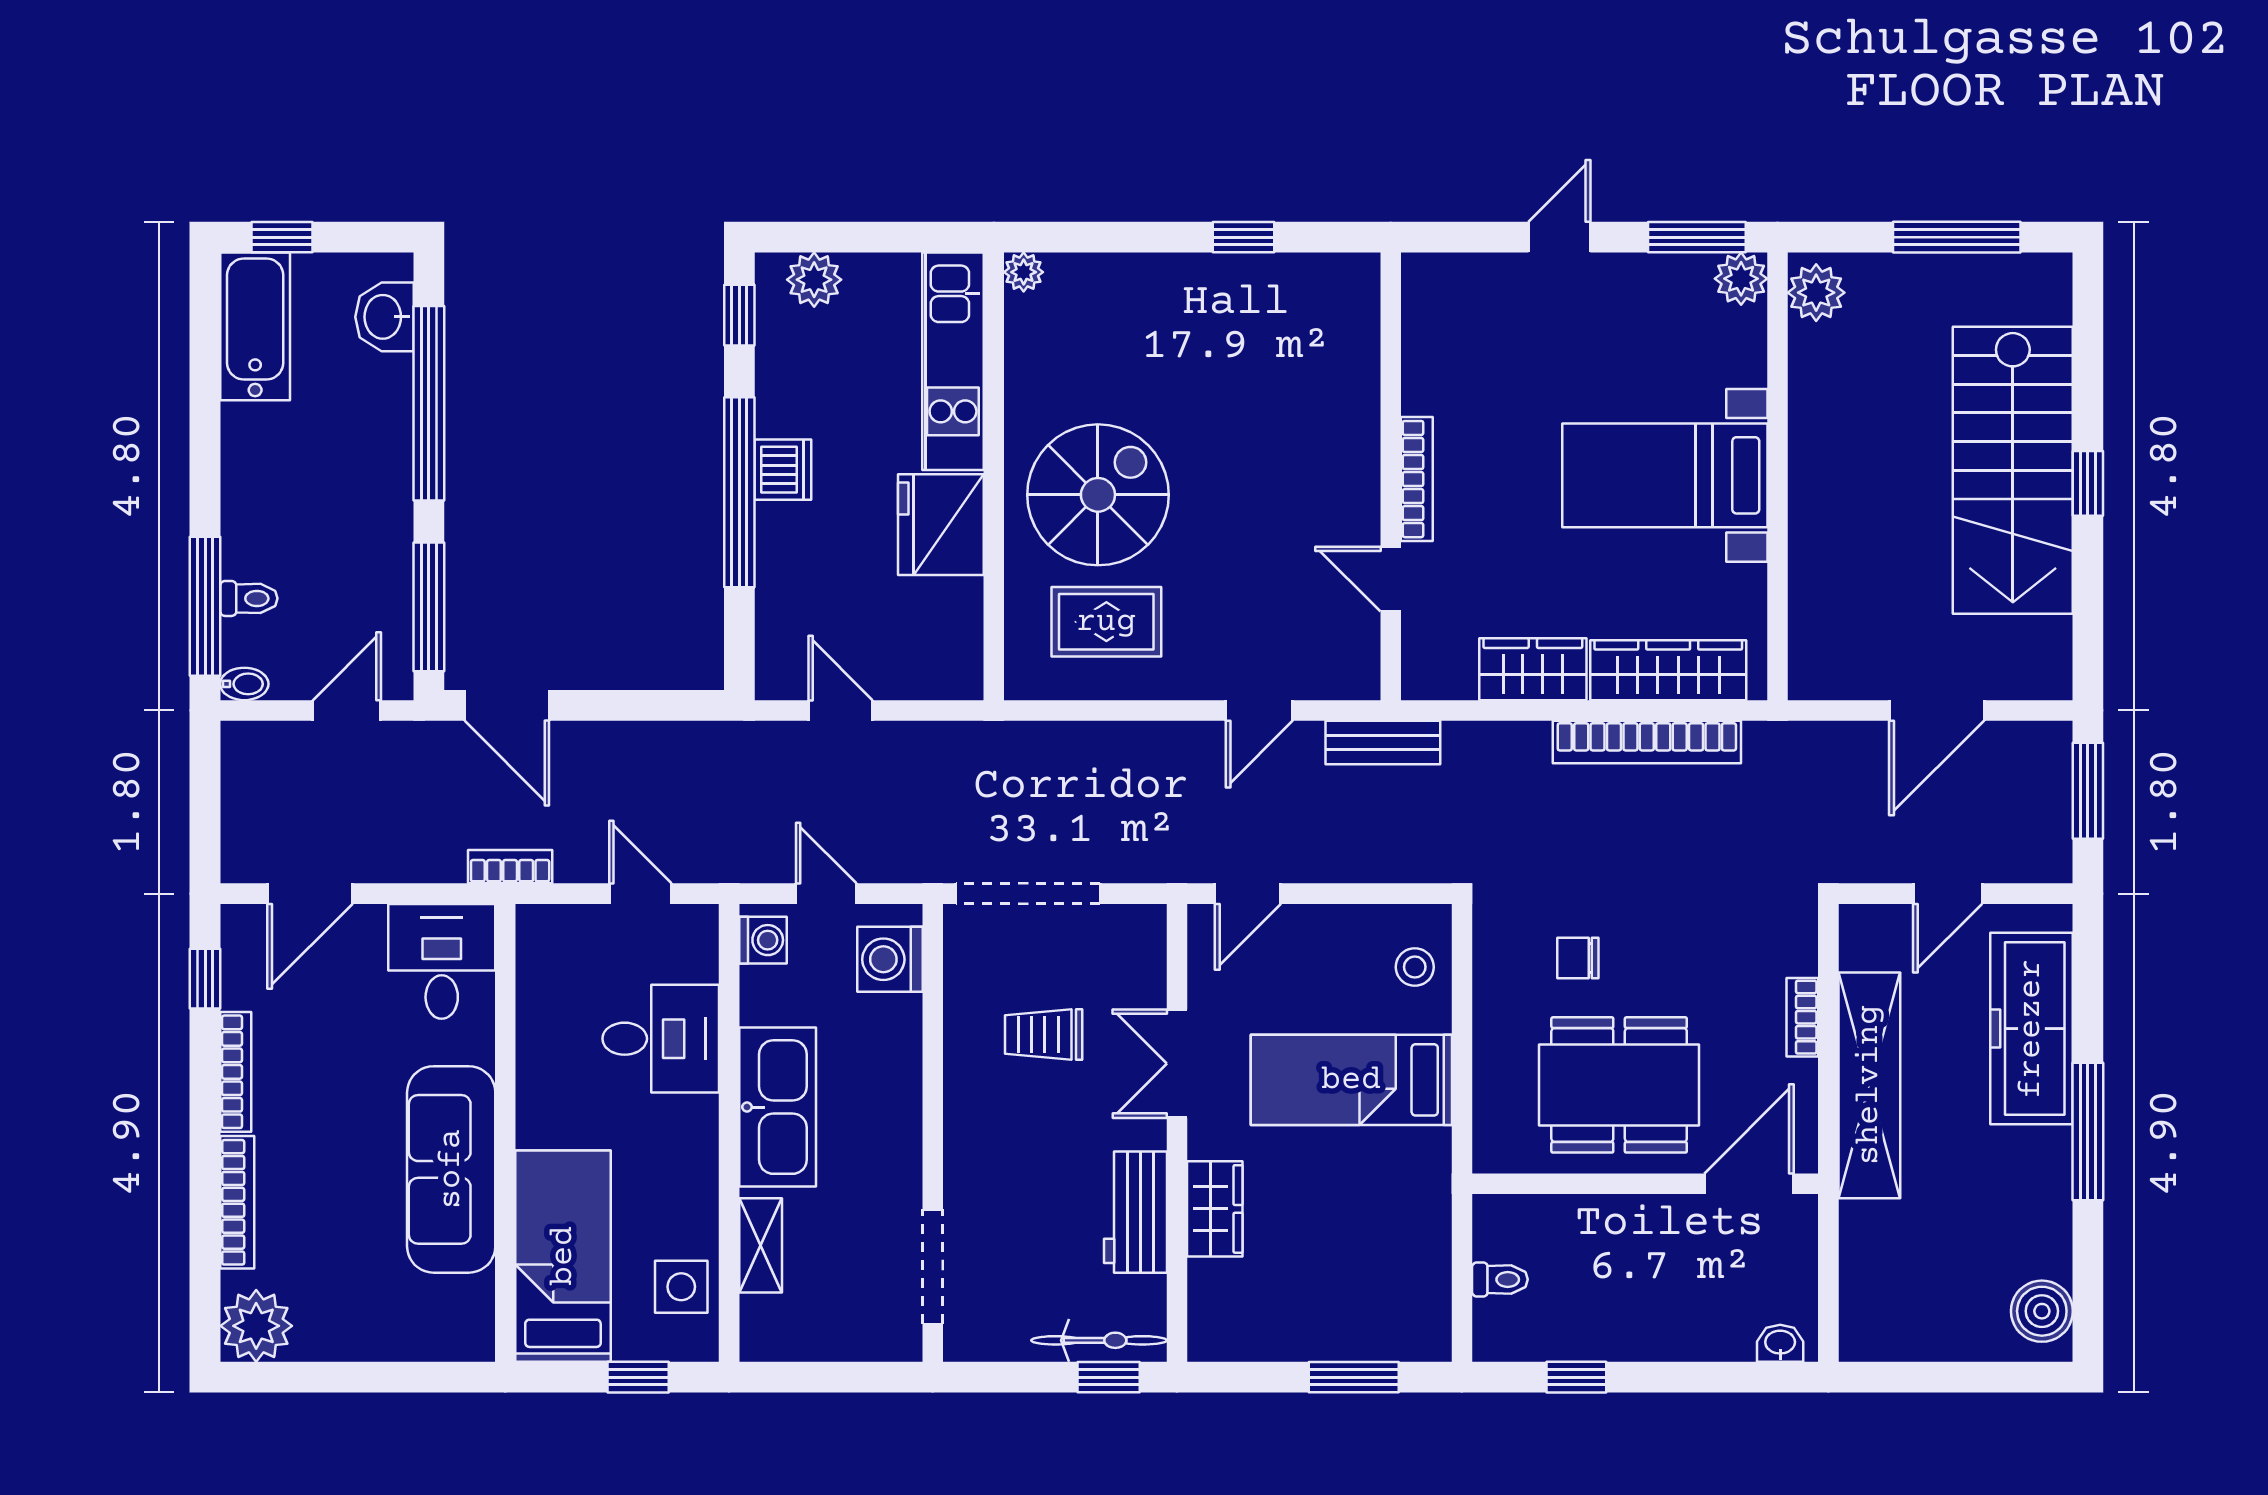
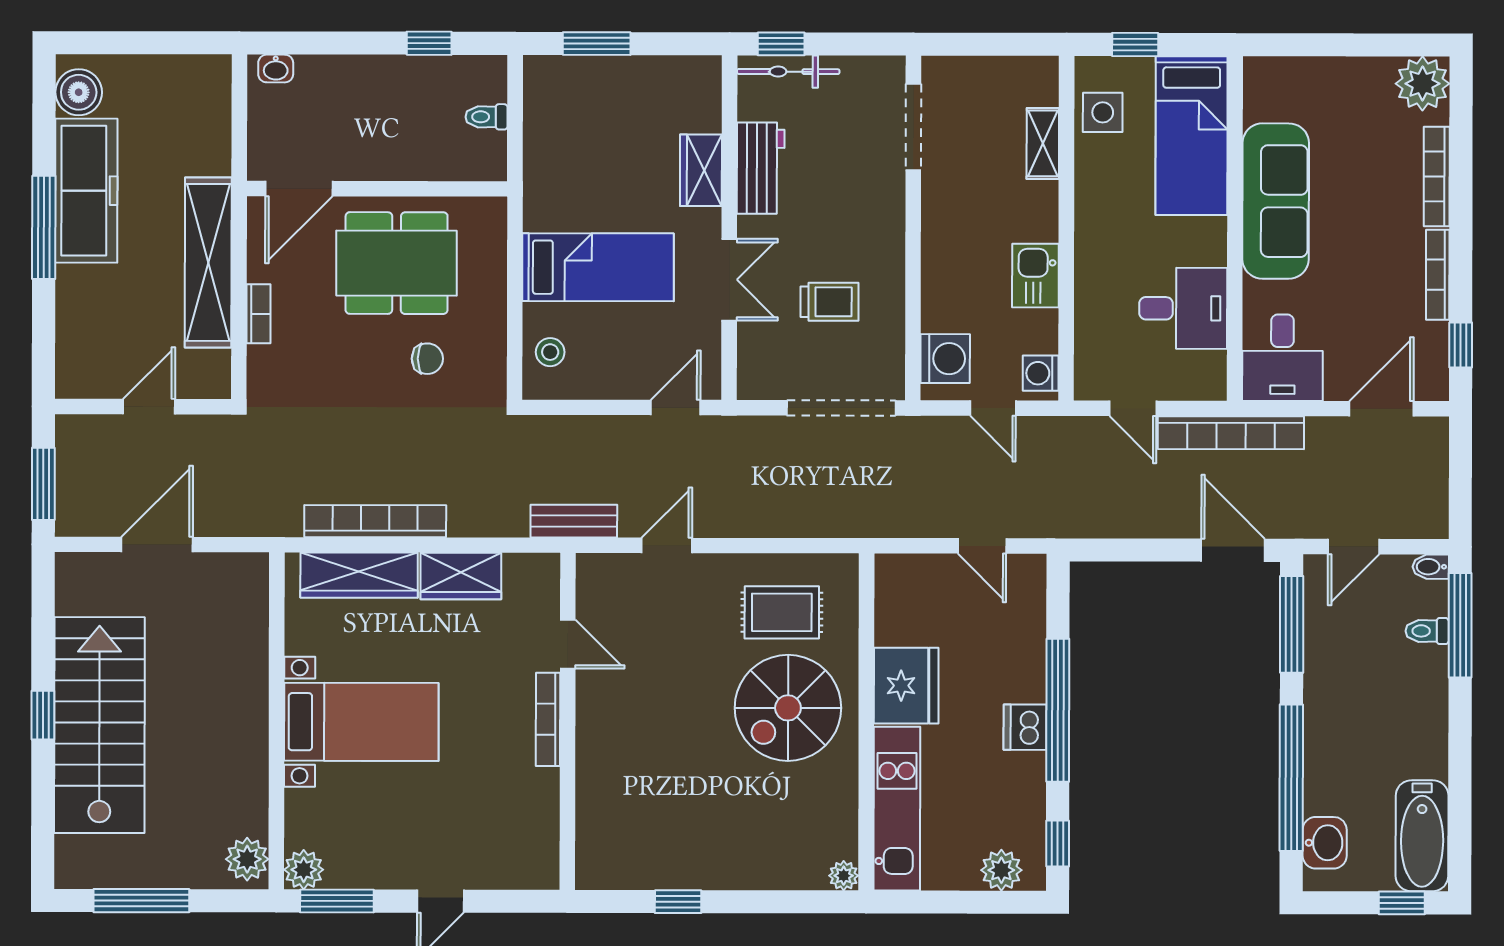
bookcase: (510, 867) -> (1231, 433), width x2.31, depth x1.31
freezer: (2031, 1029) -> (86, 191), moved
desk: (661, 1039) -> (1183, 308), moved, turned 180
kitchen sink: (778, 1107) -> (1035, 276), width x0.53, depth x0.81

